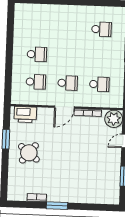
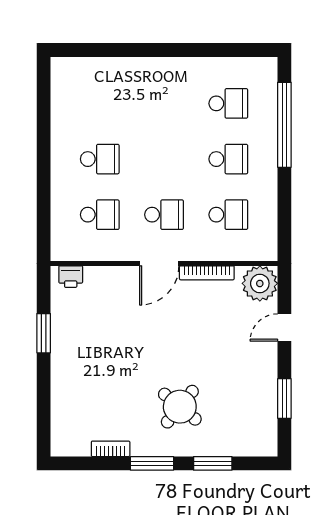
school desk: (100, 57) -> (228, 159), added
printer: (25, 115) -> (71, 277), width x0.53, depth x0.68
round table: (29, 153) -> (180, 407), moved
window: (87, 207) -> (213, 463), added

